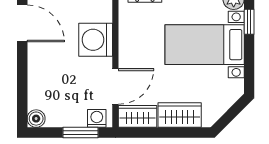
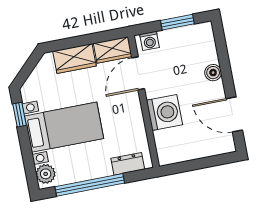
window: (249, 22) -> (19, 115), moved
boiler: (36, 119) -> (213, 73), moved
window: (80, 133) -> (177, 22), moved

